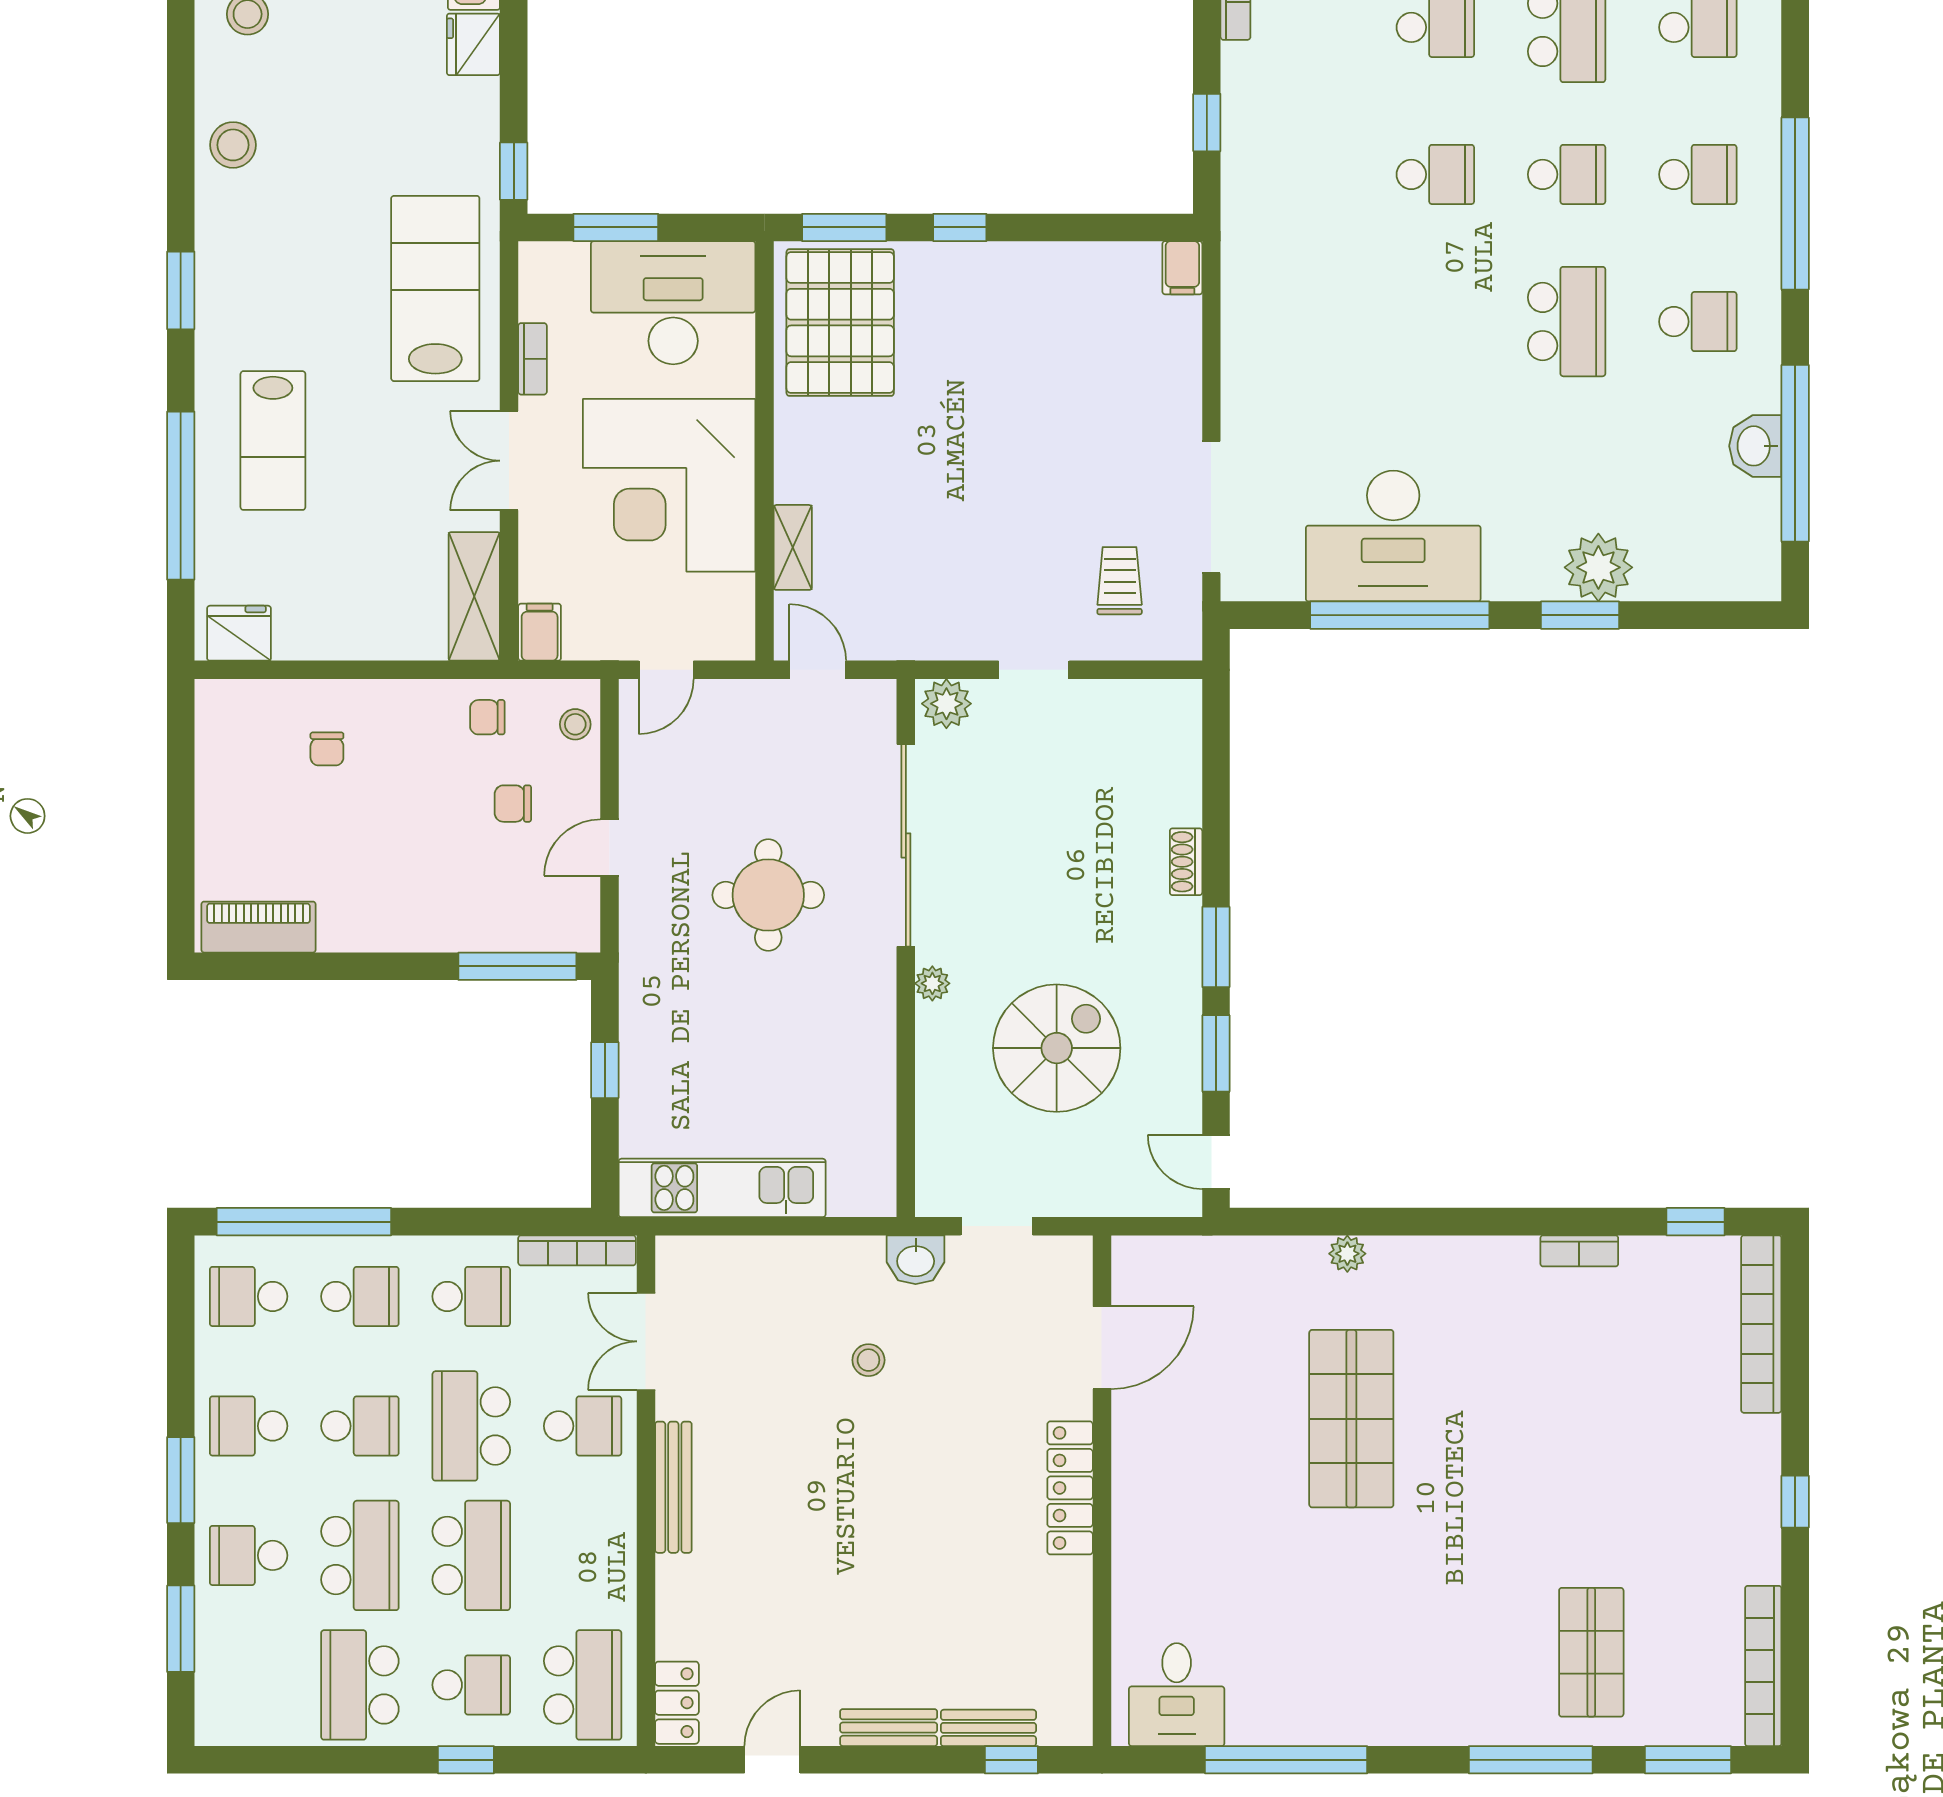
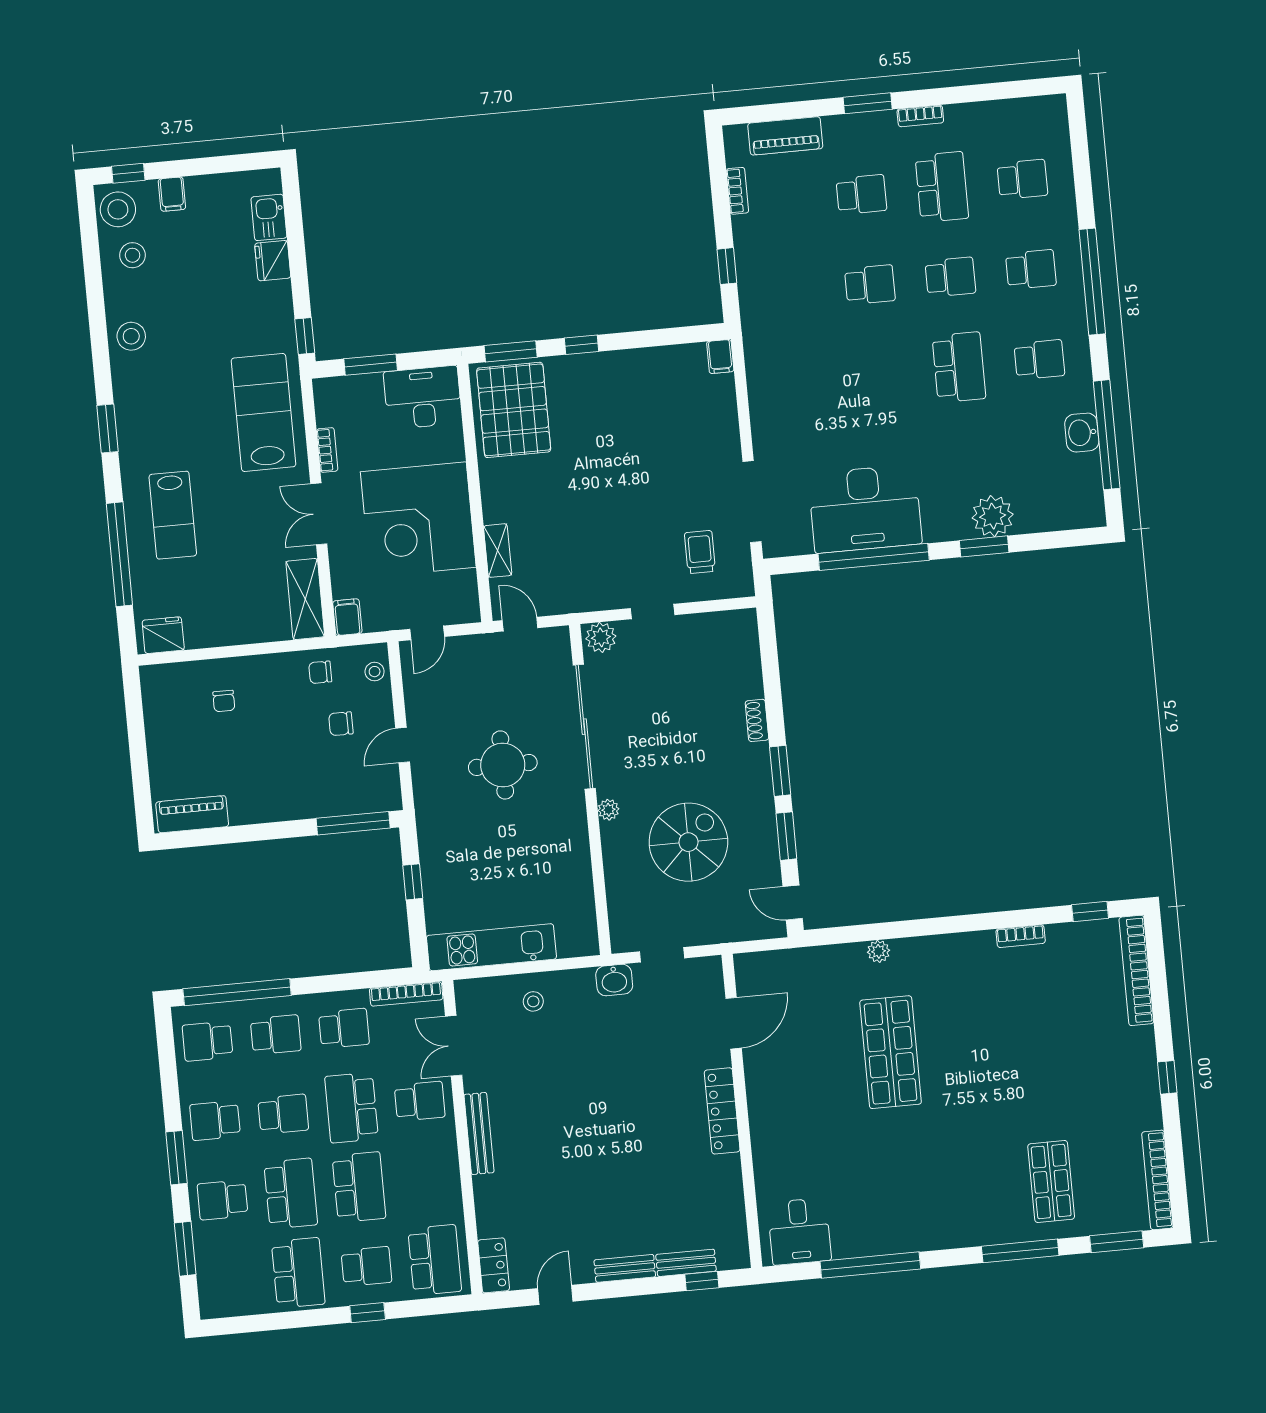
desk: (673, 303) -> (423, 397), width x0.73, depth x0.77
stool: (868, 1360) -> (533, 1001), moved
school desk: (360, 1685) -> (298, 1273), turned 180

